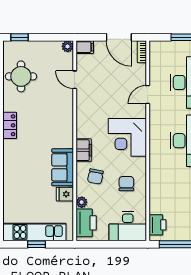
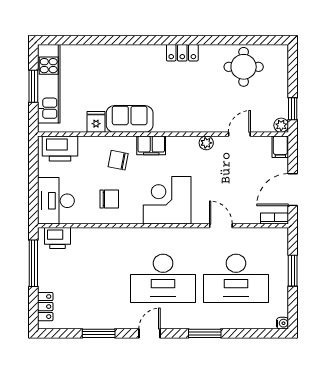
window: (20, 37) -> (293, 109), moved
plant: (82, 202) -> (206, 143), moved
window: (36, 244) -> (33, 86), width x1.50

